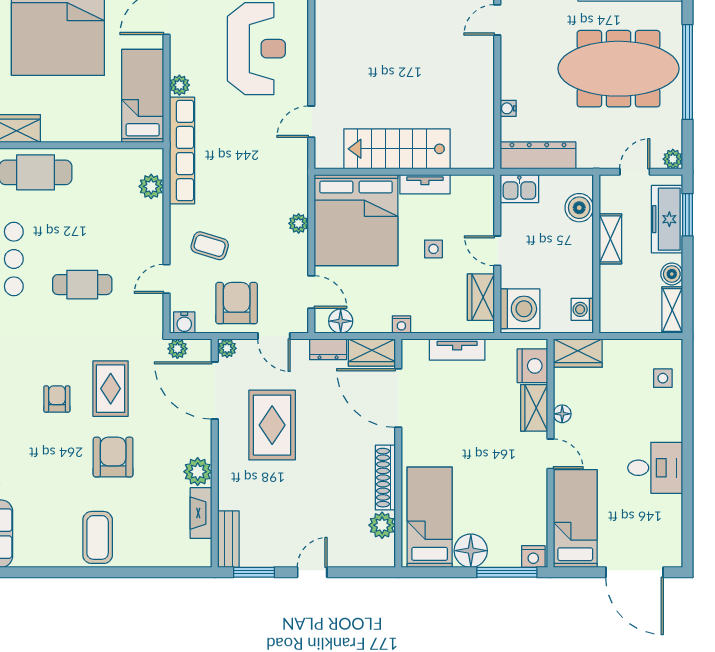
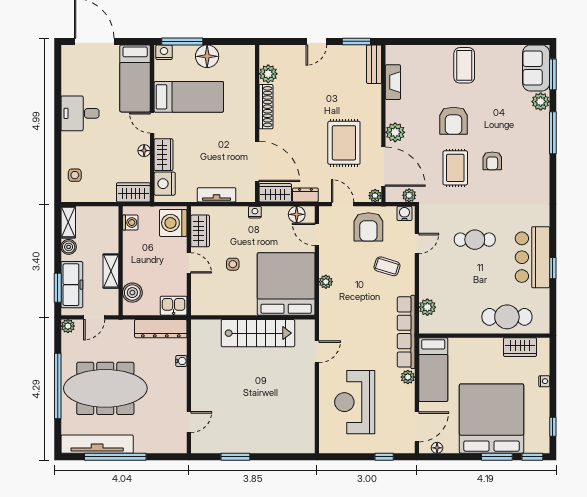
tv unit: (425, 184) -> (239, 309), removed
plant: (198, 472) -> (395, 132), moved
bed: (430, 517) -> (189, 97), moved, turned -90

